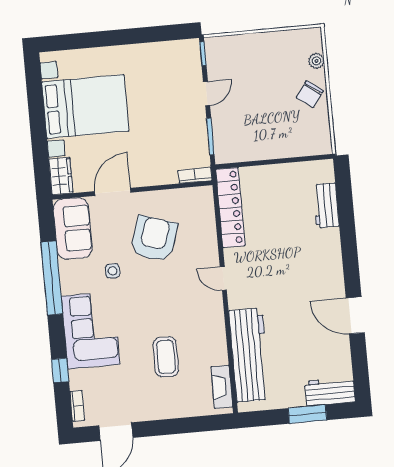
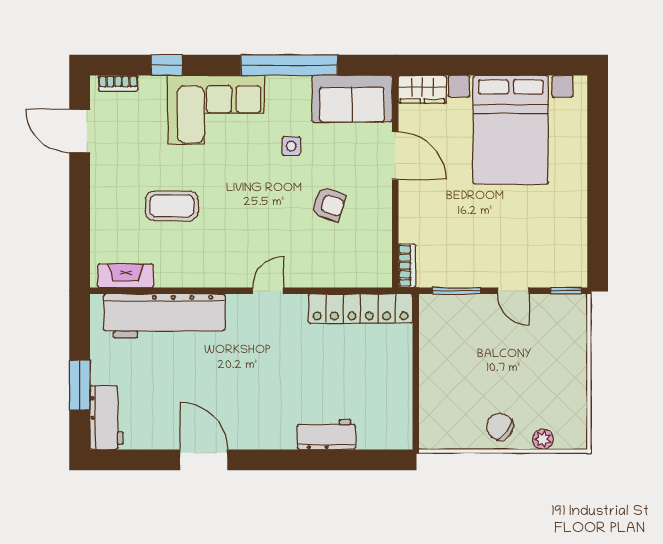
workbench: (326, 205) -> (326, 435), moved
armchair: (154, 239) -> (329, 204), width x0.53, depth x0.53
door: (355, 315) -> (204, 460), hinge flipped

